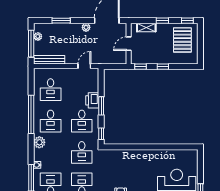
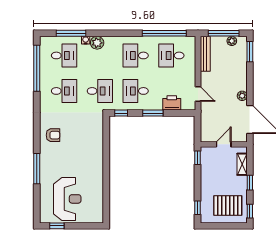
window: (61, 21) -> (250, 52), moved
door: (129, 44) -> (224, 144), hinge flipped
window: (163, 67) -> (197, 208), moved
printer: (92, 100) -> (172, 103), moved
window: (31, 114) -> (164, 33), moved
plant: (39, 142) -> (97, 43), moved
desk: (82, 152) -> (100, 91), turned 180

